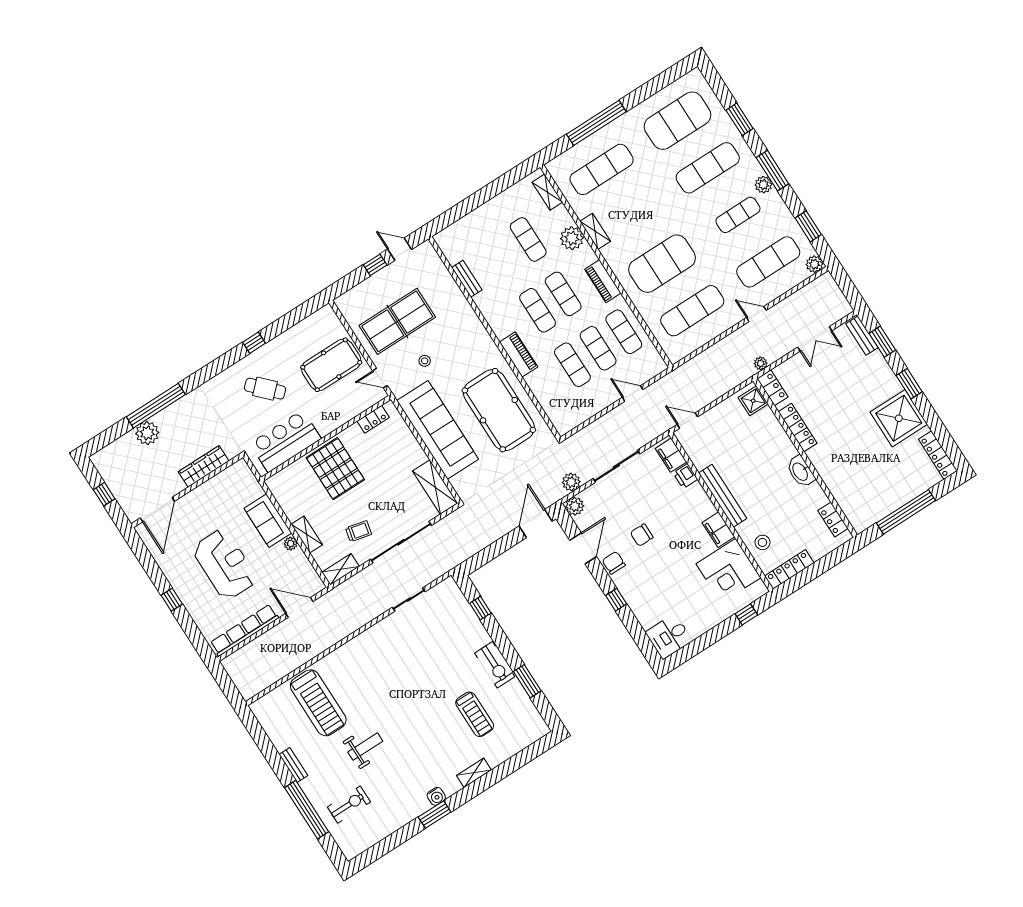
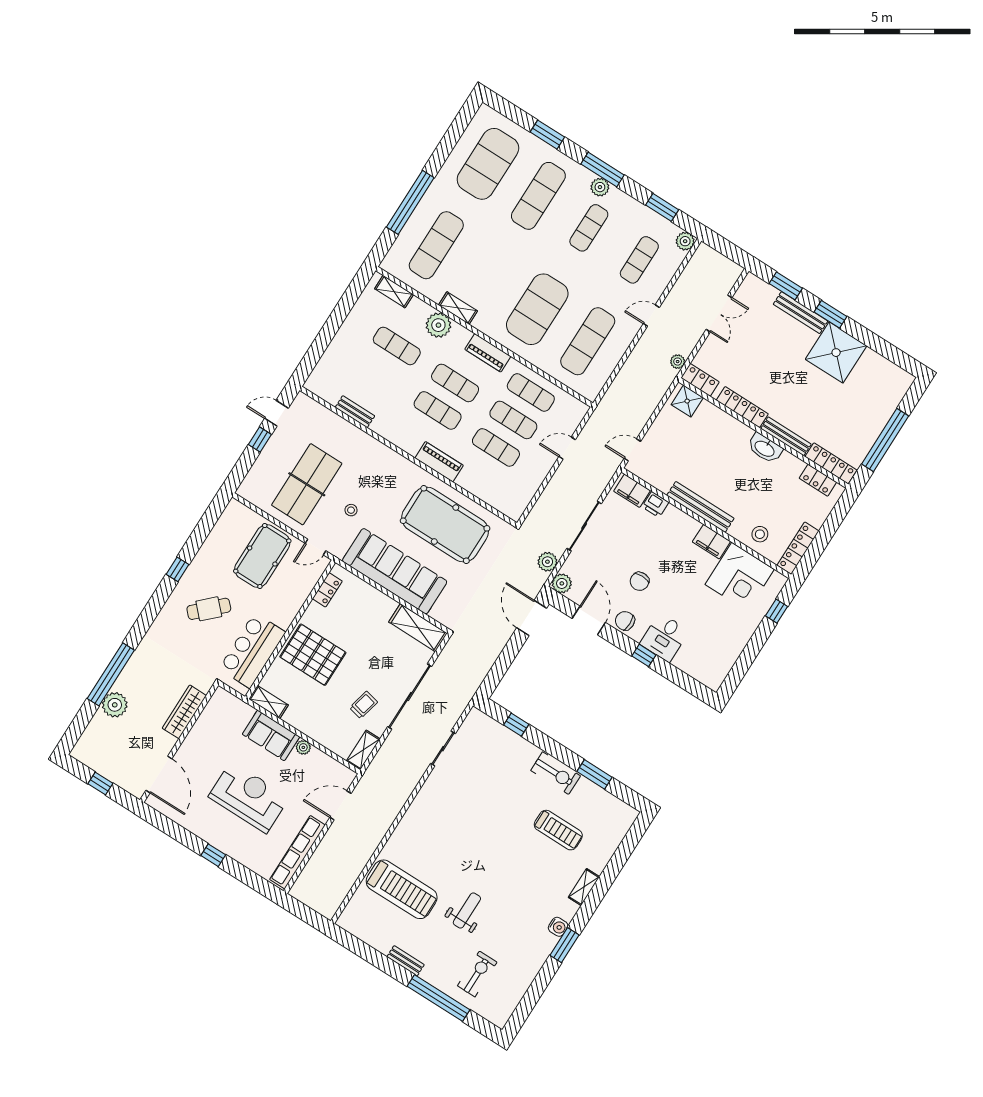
exercise mat: (768, 262) -> (639, 260), width x0.73, depth x0.69
bench: (862, 336) -> (801, 313), moved, width x1.36
locker: (938, 455) -> (831, 463), moved, turned 180
bench: (823, 470) -> (786, 436), added
shelving: (307, 534) -> (269, 702), moved
desk: (669, 636) -> (664, 637), moved

